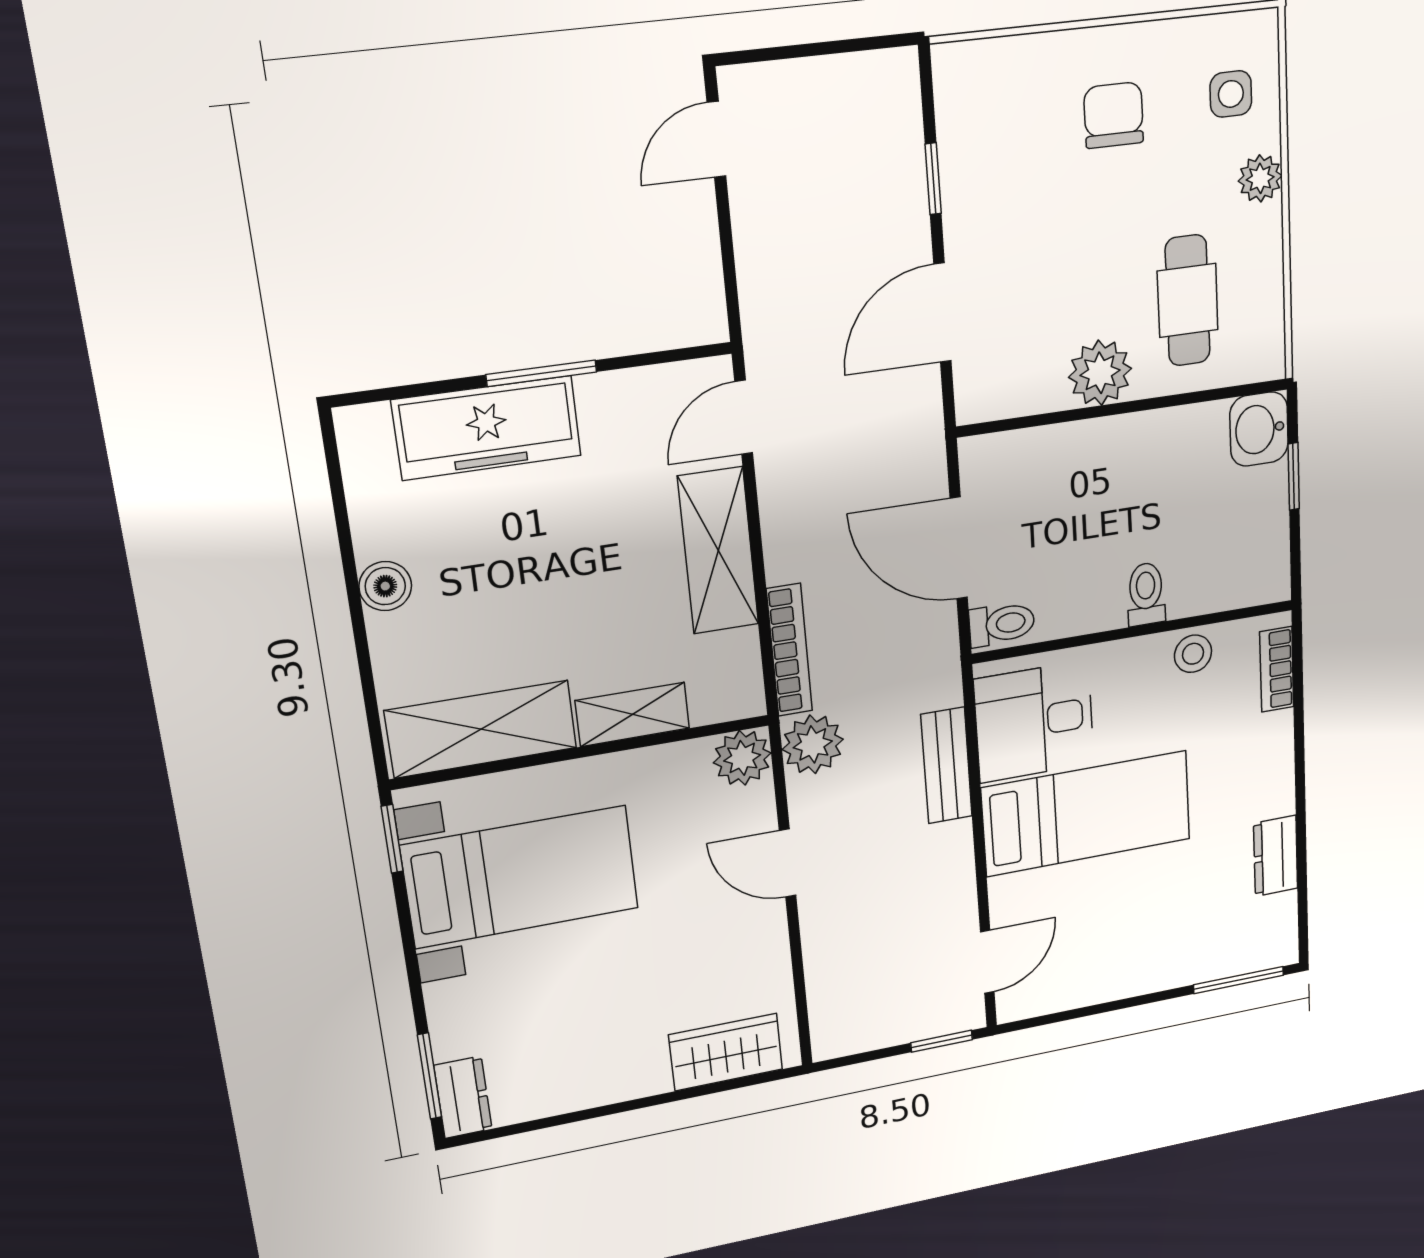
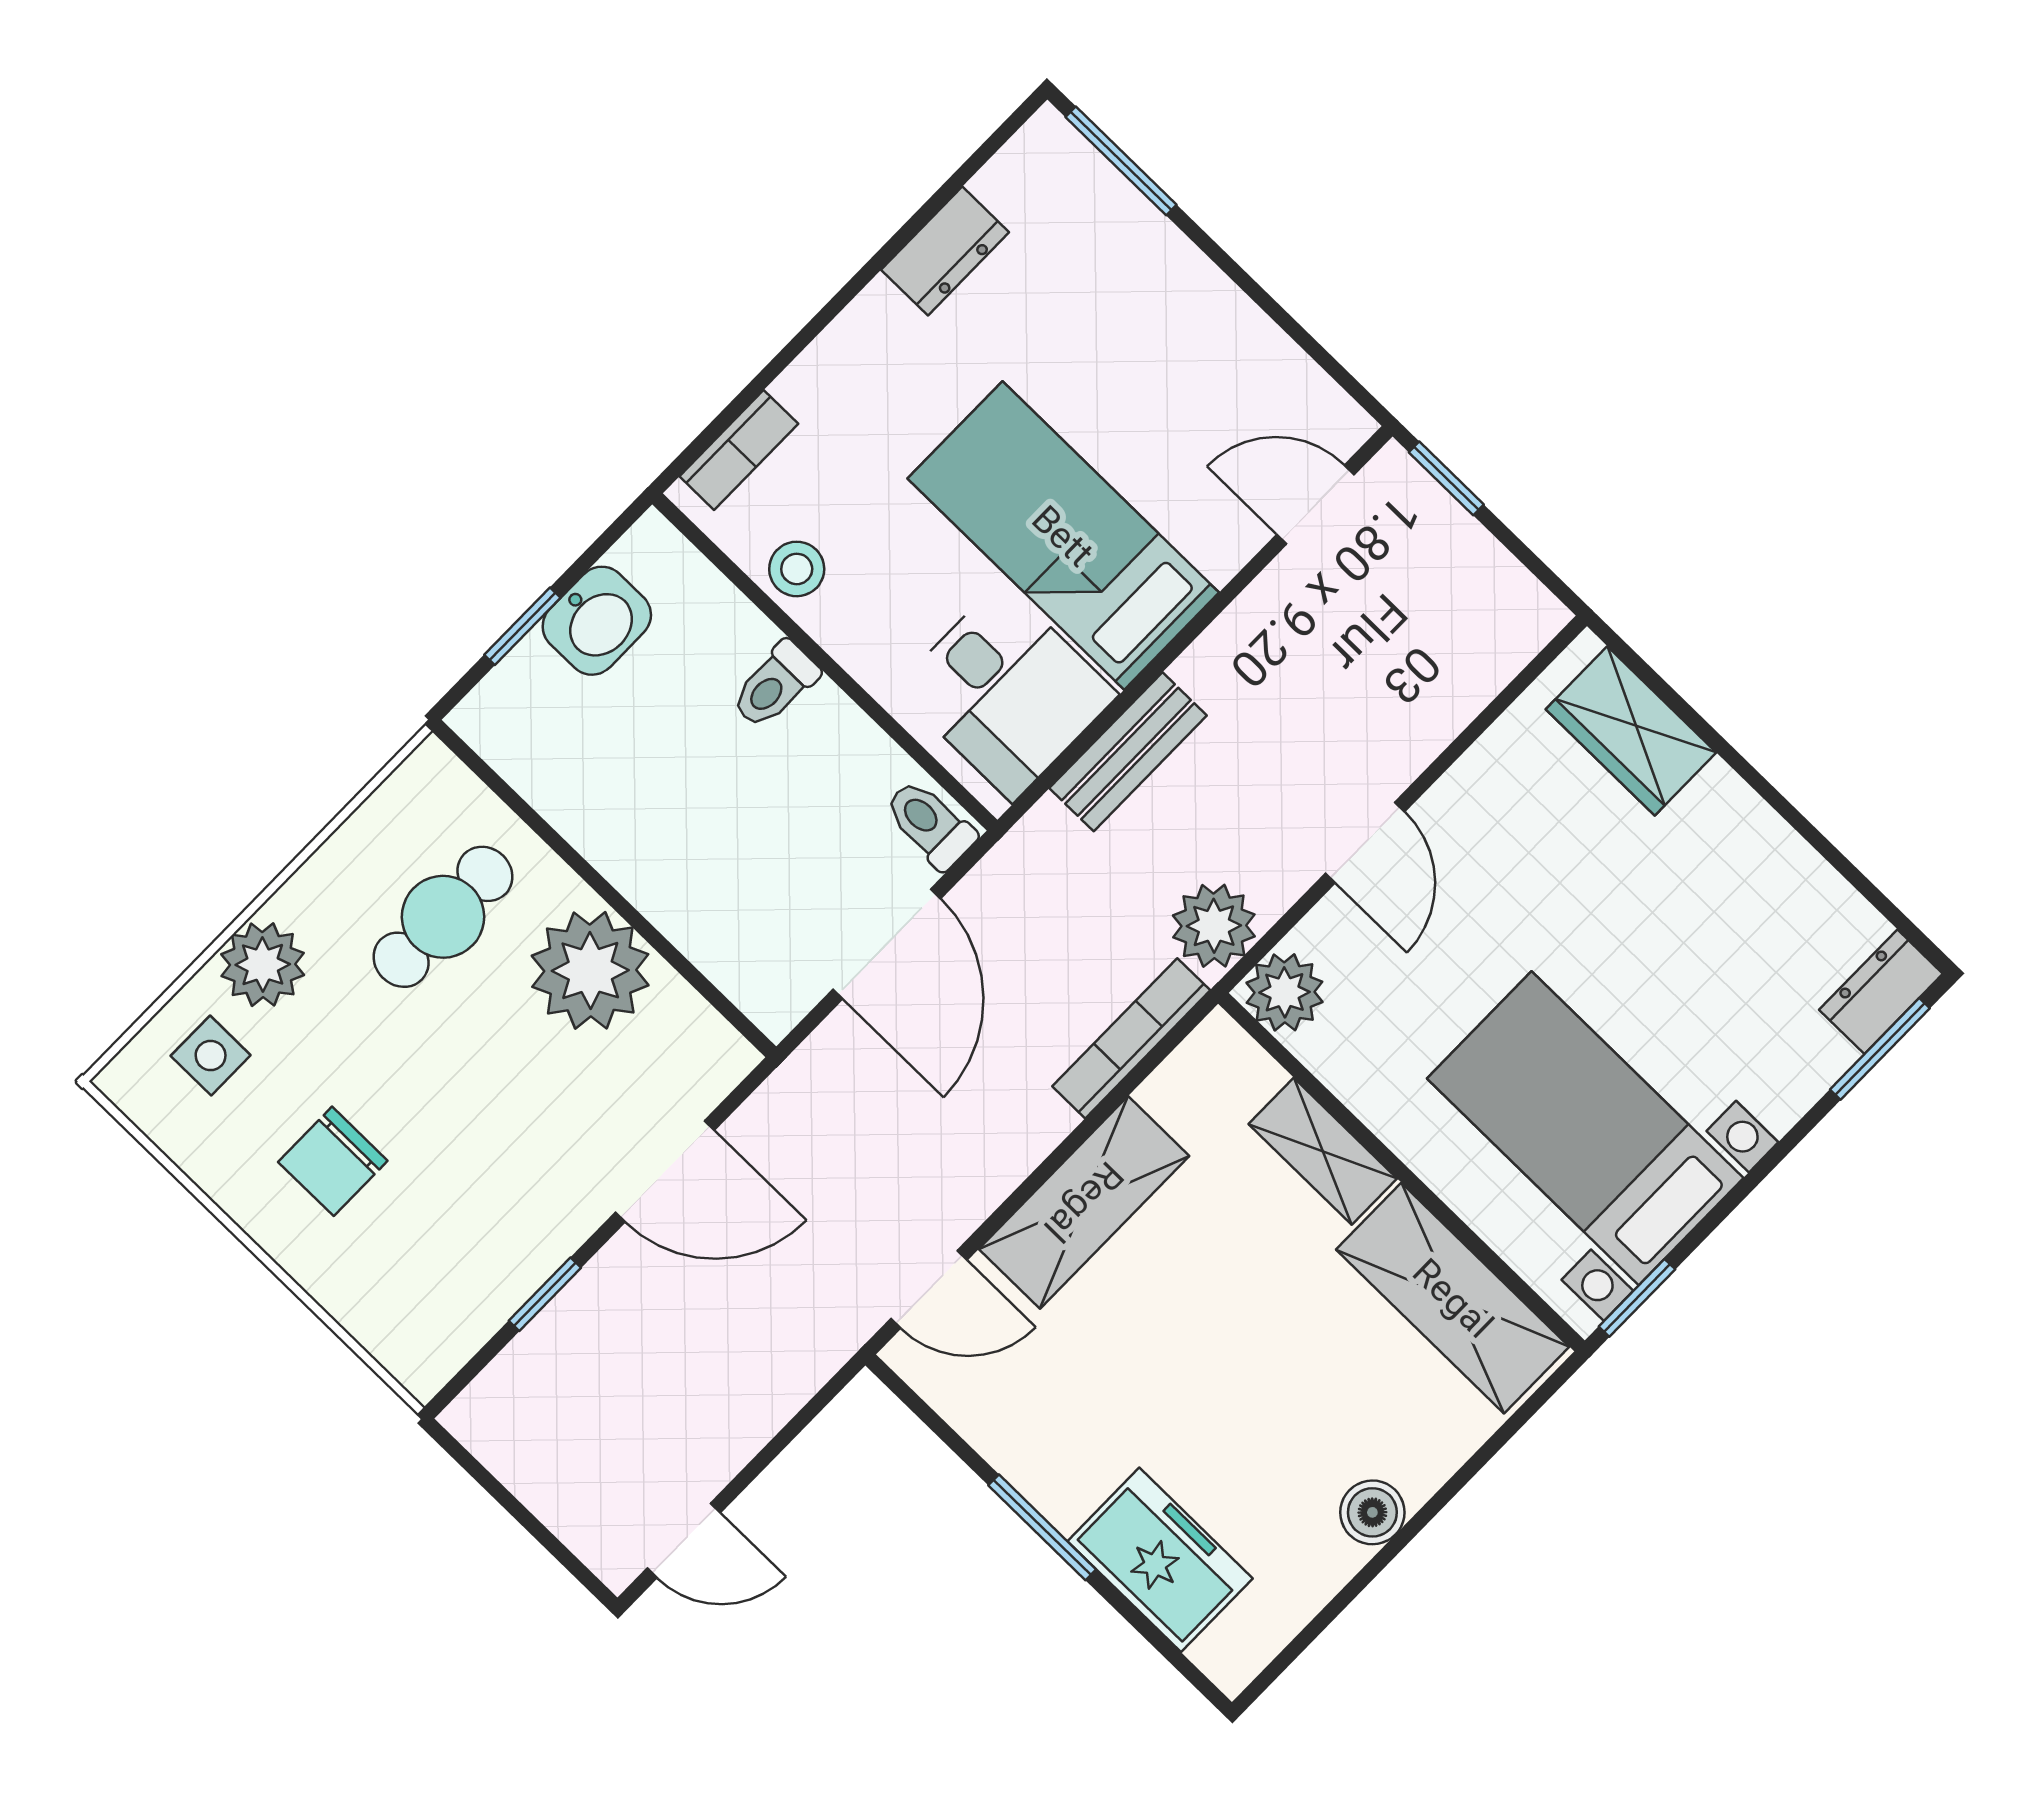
plant: (1260, 178) -> (263, 965), width x1.38, depth x1.38
plant: (1100, 373) -> (590, 970), width x1.36, depth x1.36
freezer: (487, 428) -> (1160, 1560), width x0.71
washbasin: (1259, 429) -> (597, 621), moved

